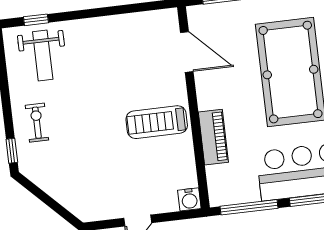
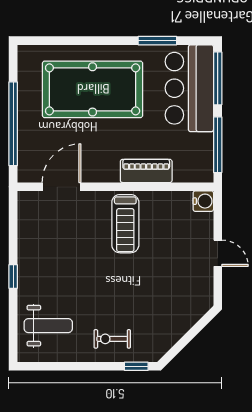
window: (36, 20) -> (13, 276), moved

